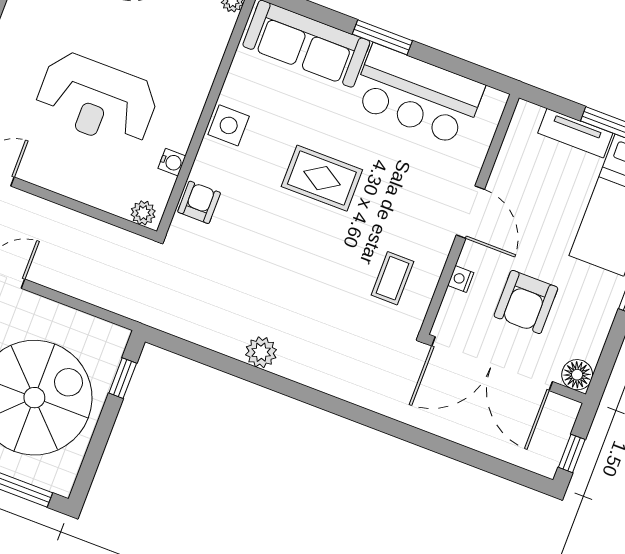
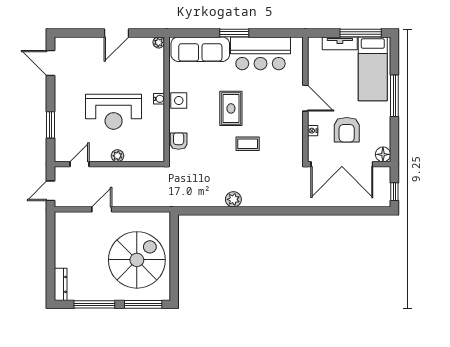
water cooler: (172, 162) -> (159, 99), moved
rug: (322, 178) -> (231, 108), turned 90
plant: (143, 213) -> (117, 156), moved
coffee table: (392, 278) -> (248, 144), moved, turned 90
window: (123, 378) -> (174, 236), removed

